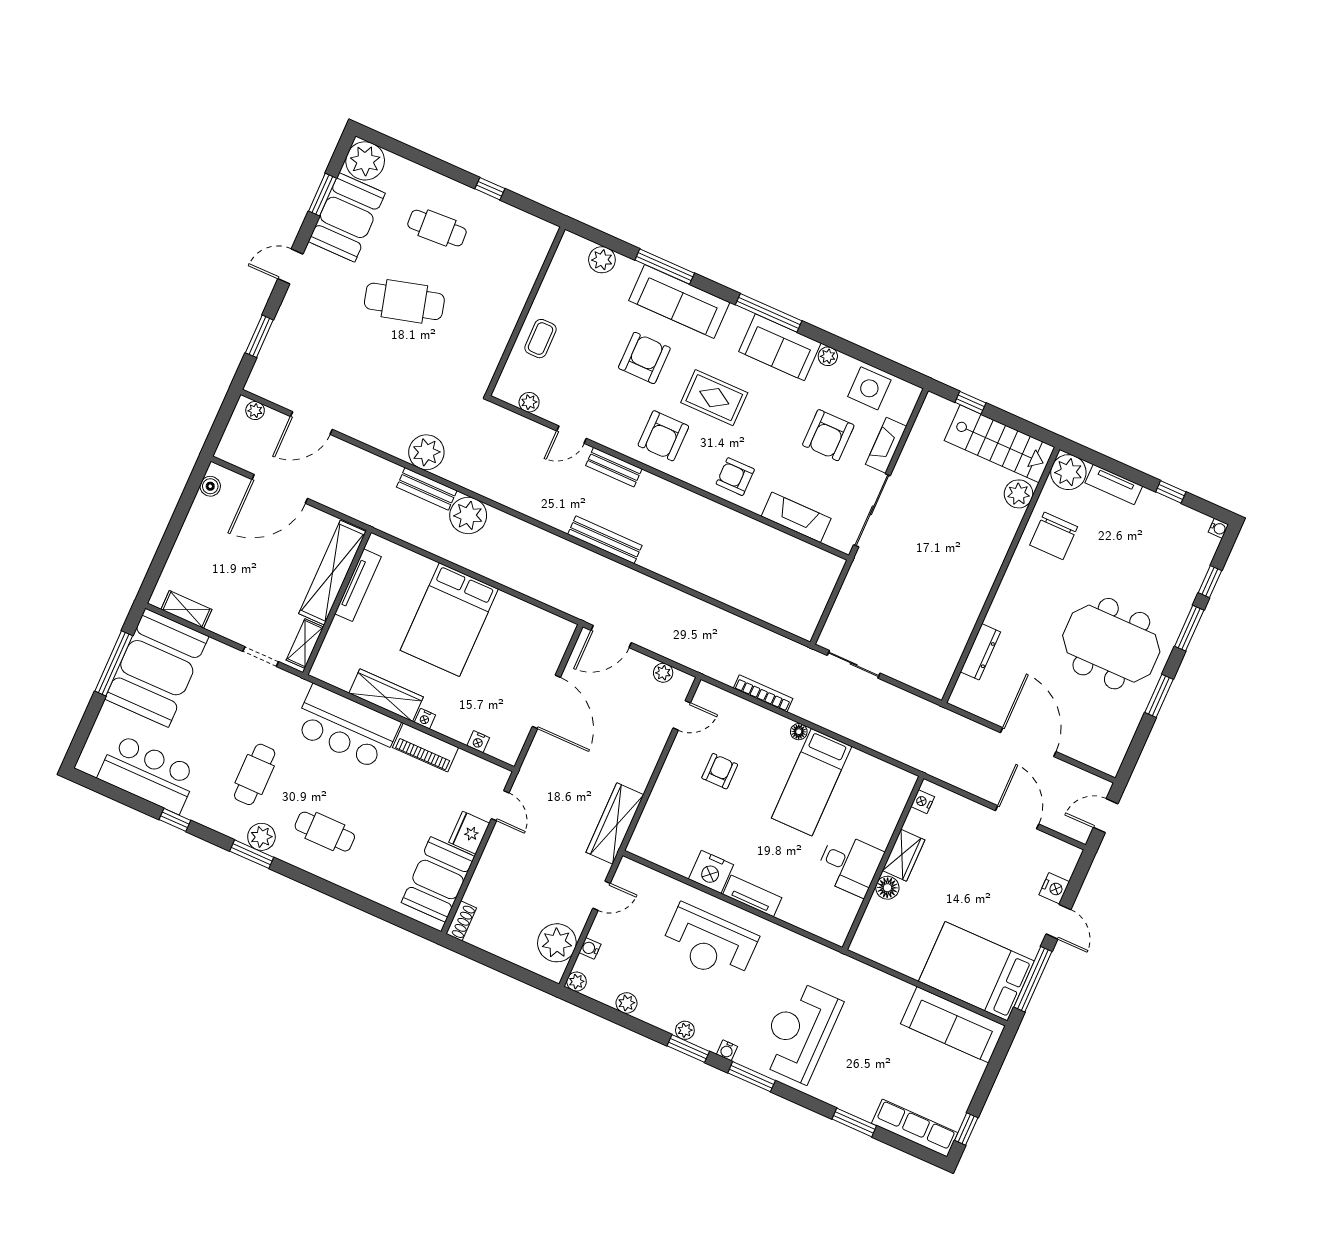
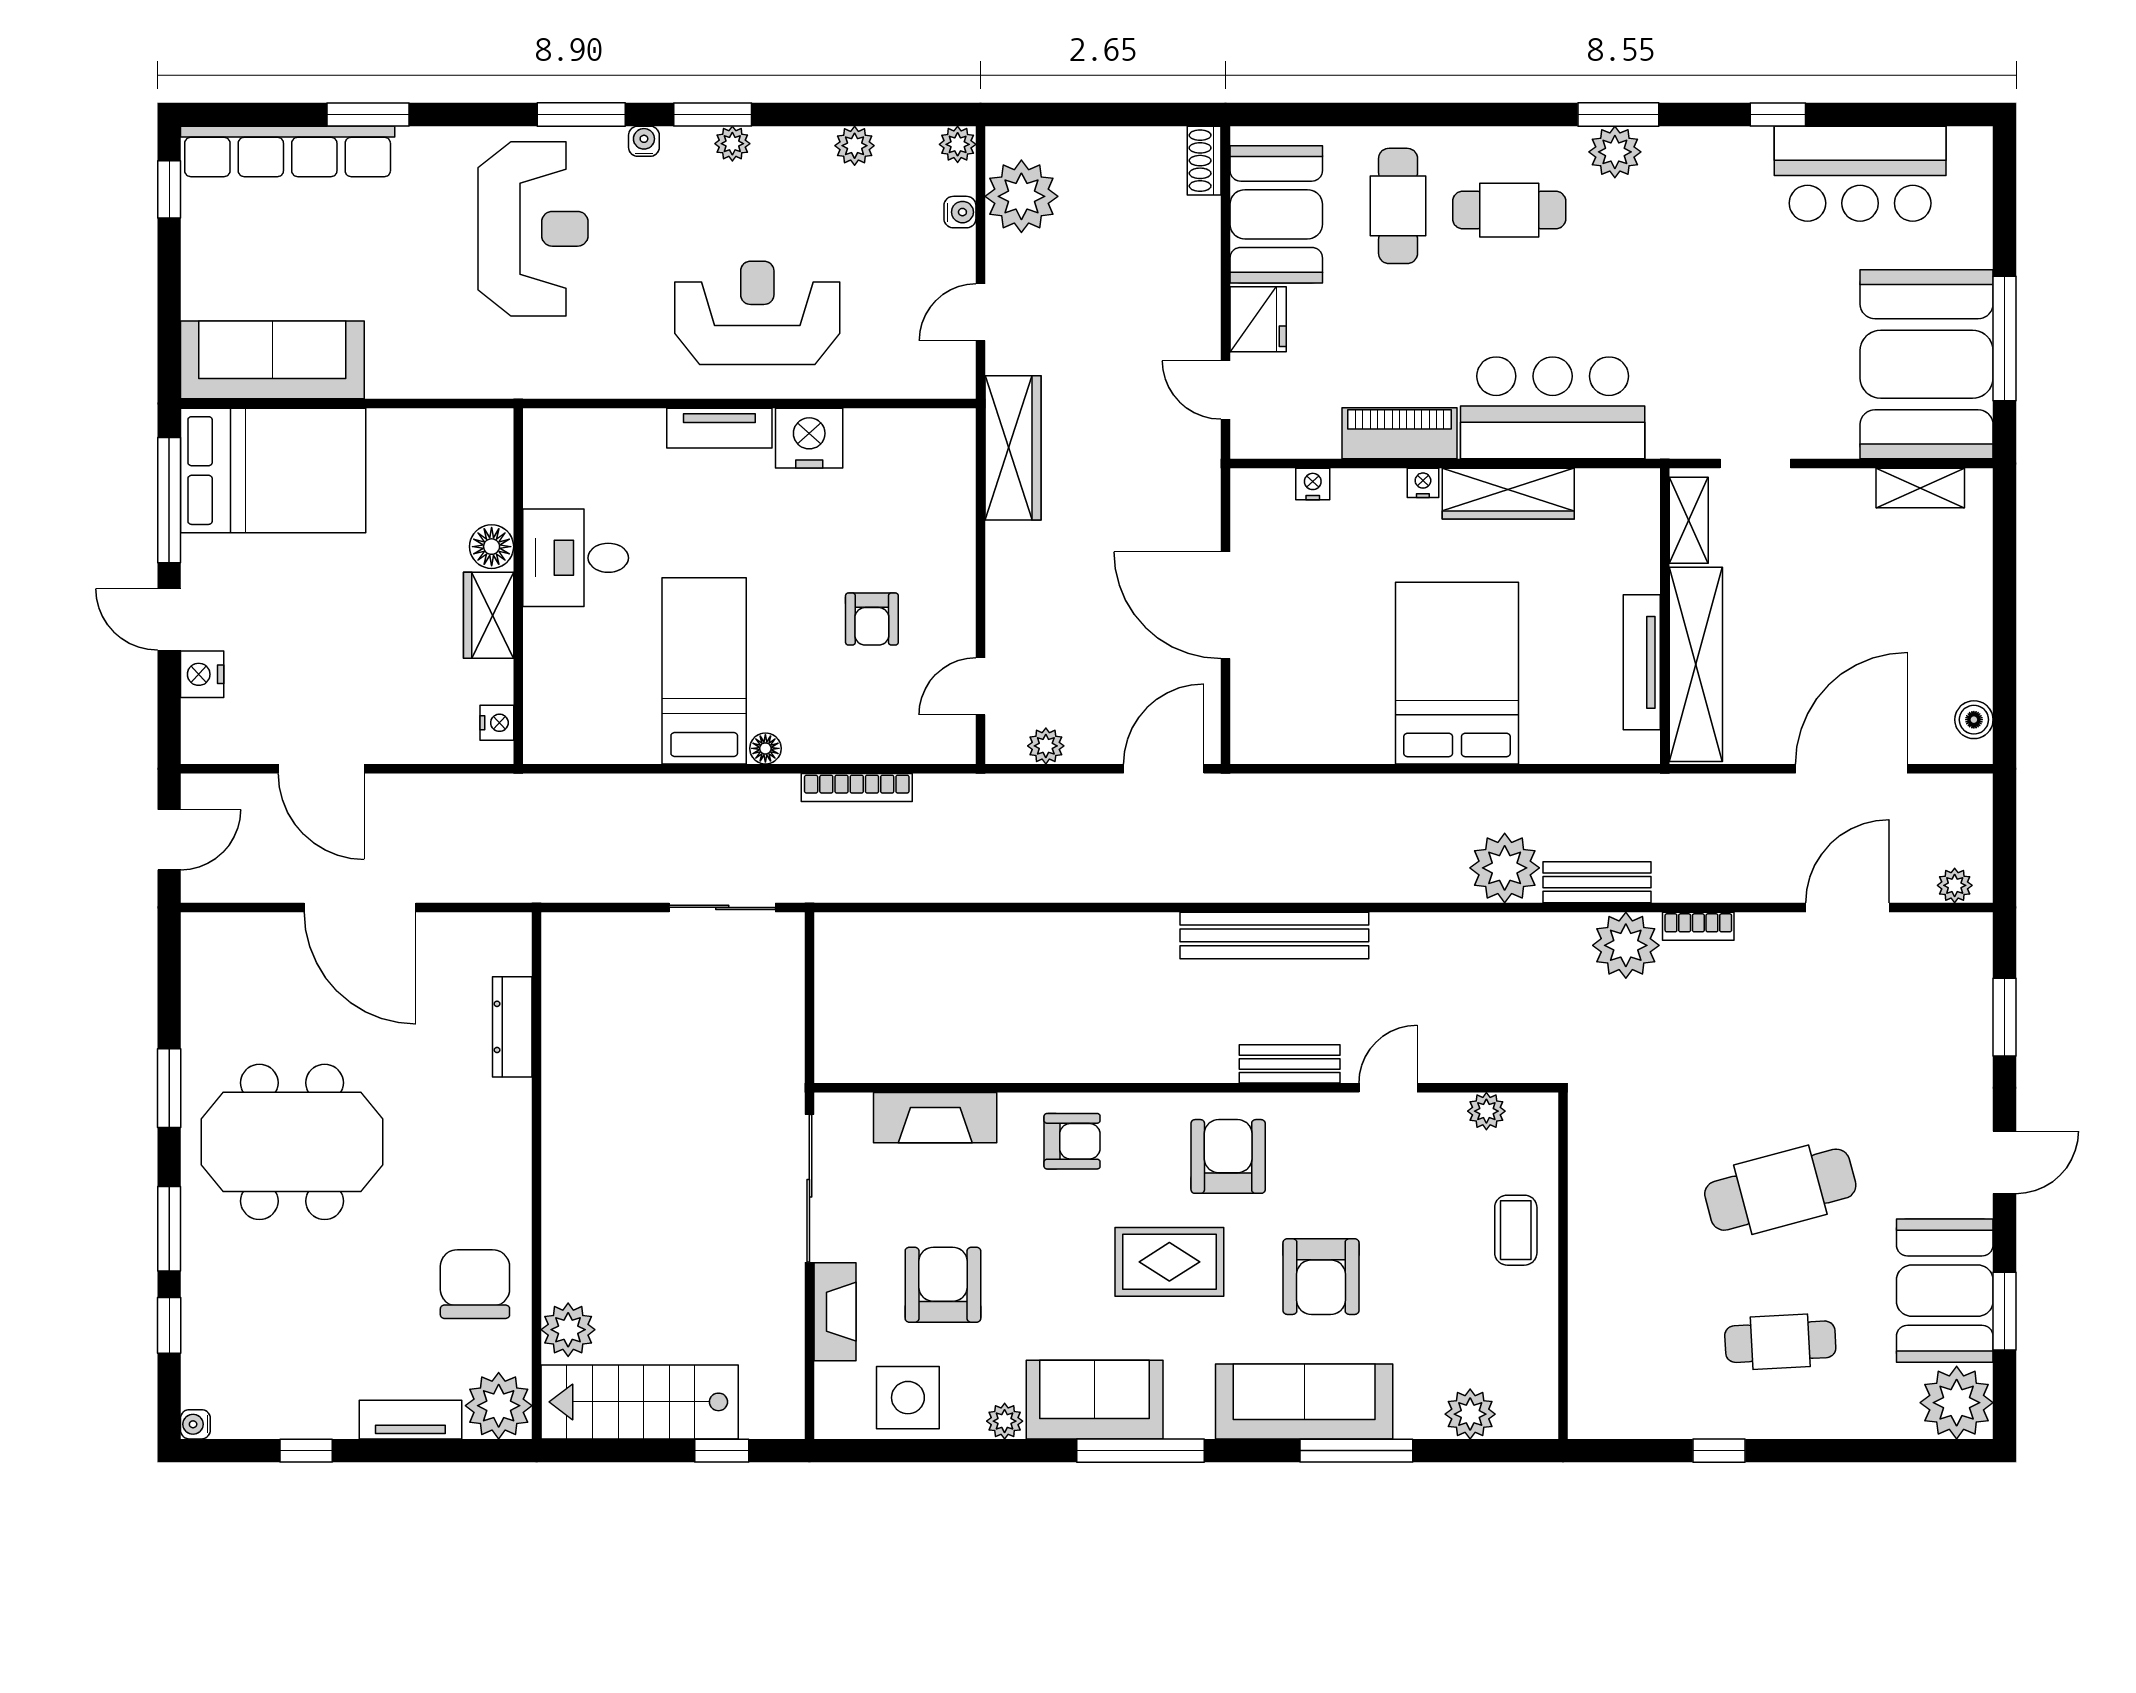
bookcase: (387, 446) -> (1698, 926), added
bench: (605, 540) -> (1274, 935), width x1.37, depth x1.21
cafe table: (255, 774) -> (1398, 206), moved
row of seats: (915, 1128) -> (288, 151), width x1.36

